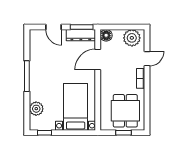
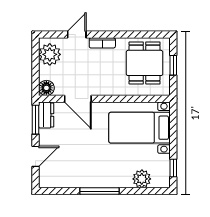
dresser: (81, 35) -> (46, 115), width x0.70
door: (147, 59) -> (77, 35), hinge flipped
dining table: (125, 111) -> (145, 63), turned 90

